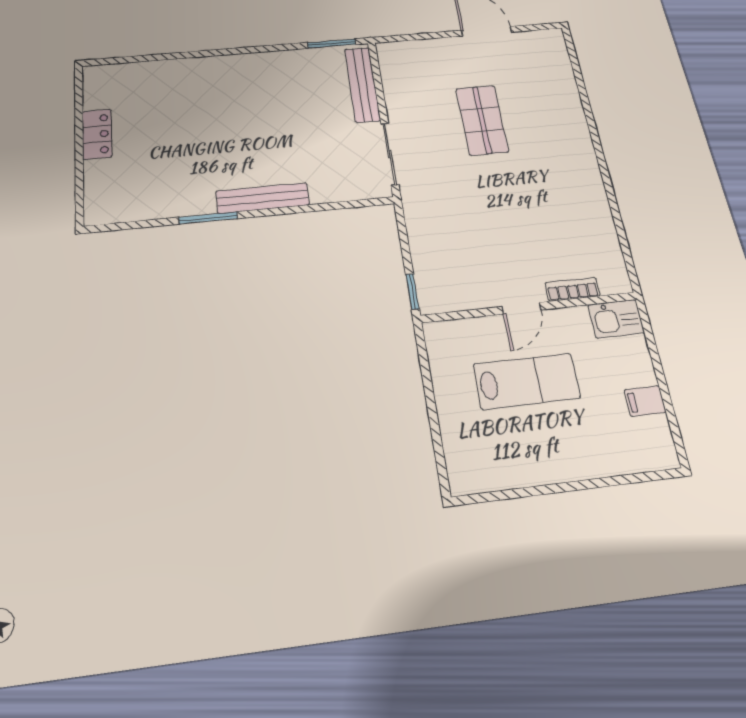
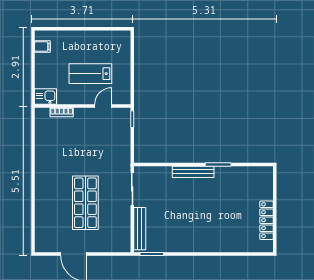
shop shelf: (482, 120) -> (85, 203), width x1.43, depth x1.36
locker: (97, 134) -> (267, 220), width x1.53
door: (521, 308) -> (103, 106), moved
filing cabinet: (645, 401) -> (42, 47), moved

